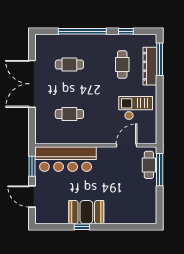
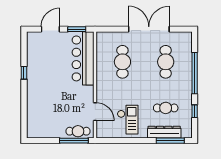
cafe table: (69, 65) -> (166, 62), width x1.37, depth x1.35
cafe table: (69, 114) -> (122, 62), width x1.37, depth x1.35
booth: (86, 212) -> (37, 77), removed

